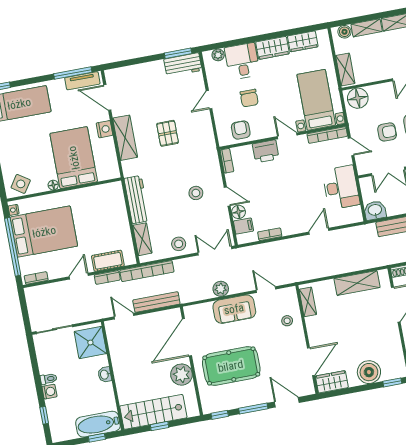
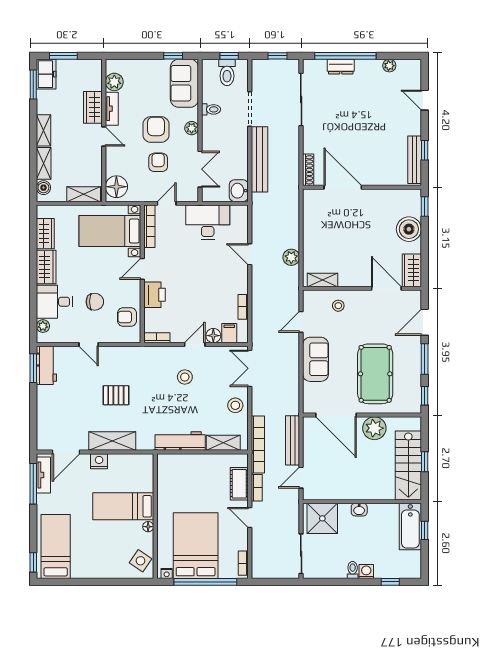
bed: (74, 158) -> (123, 506), width x0.67
shelving: (357, 283) -> (312, 224), removed
plant: (221, 289) -> (291, 257), moved

